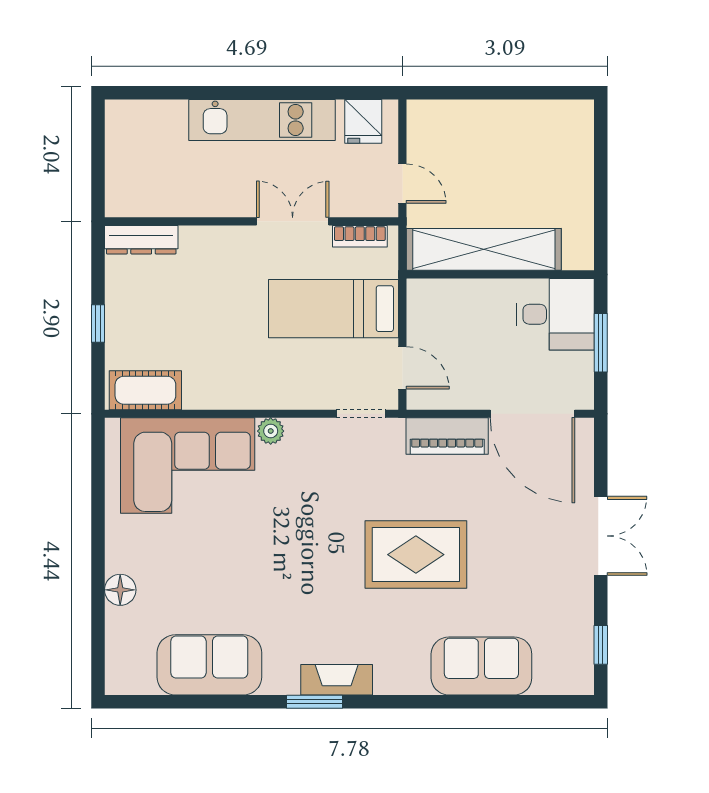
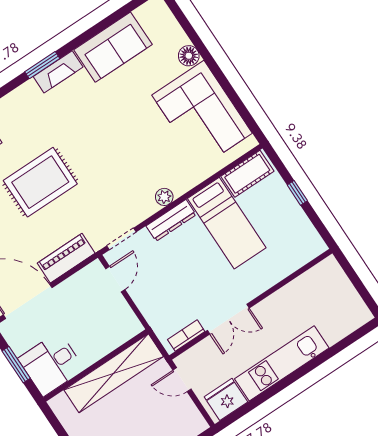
fridge: (363, 121) -> (226, 399), width x1.38
dresser: (141, 240) -> (171, 220), moved, turned 180
bed: (334, 309) -> (227, 223), moved, turned 90
door: (402, 368) -> (115, 279), swing flipped
corner sofa: (188, 466) -> (202, 114), moved, turned -90
fireplace: (337, 680) -> (58, 72), moved

